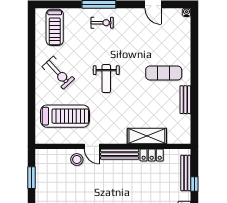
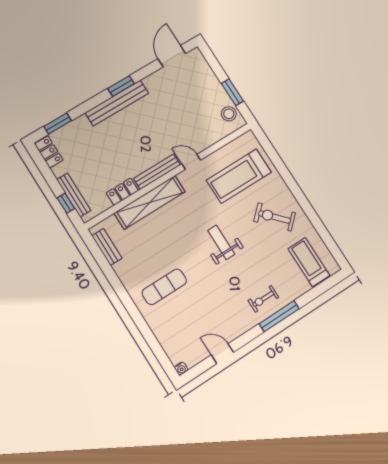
bench: (185, 100) -> (107, 247), moved
shelving: (147, 136) -> (150, 202), width x1.47
stool: (77, 160) -> (229, 114), moved
window: (194, 184) -> (66, 203), moved

